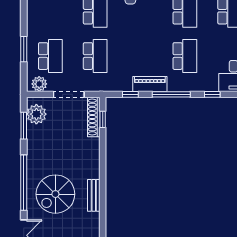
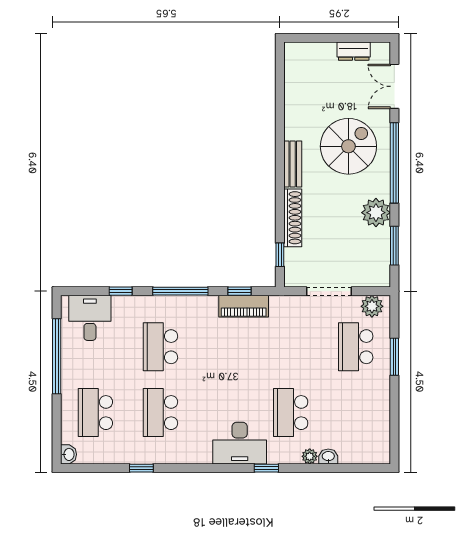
school desk: (95, 56) -> (291, 347), removed
piano: (150, 84) -> (244, 306), moved
plant: (36, 114) -> (376, 213), moved
shoe rack: (94, 117) -> (293, 218), moved
bench: (94, 195) -> (293, 164), moved

